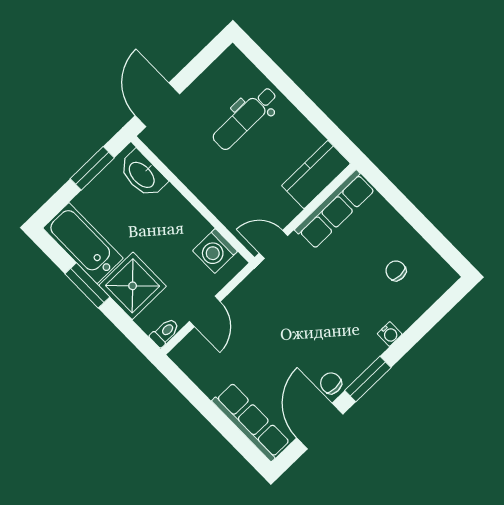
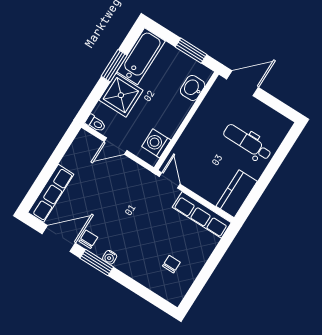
washbasin: (142, 174) -> (193, 88), width x0.72
kitchen counter: (316, 175) -> (237, 194), moved, turned -90
water cooler: (390, 334) -> (110, 257), moved

